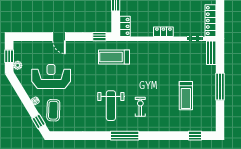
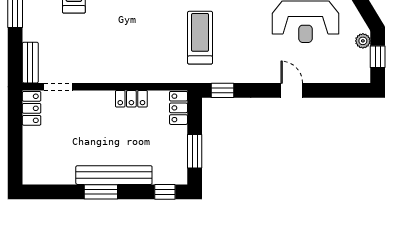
locker: (210, 21) -> (32, 108), width x0.66
locker: (163, 32) -> (131, 99), moved
treadmill: (114, 57) -> (200, 38), moved, turned -90

